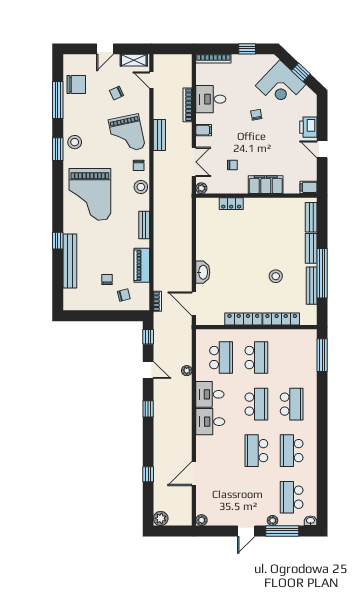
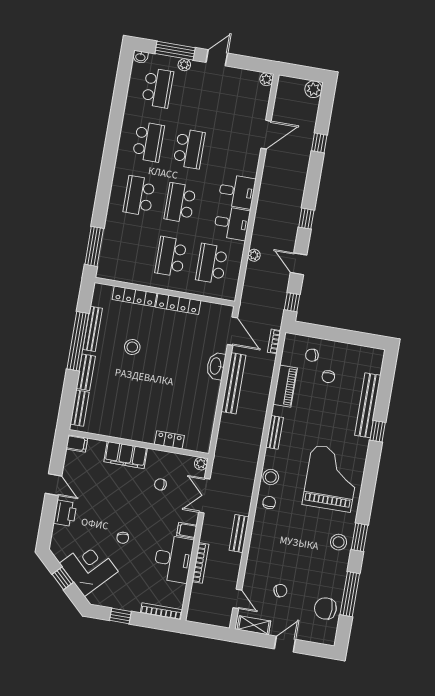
desk: (211, 99) -> (173, 559), width x1.37
grand piano: (127, 134) -> (276, 541), removed
bench: (186, 260) -> (233, 383), added

